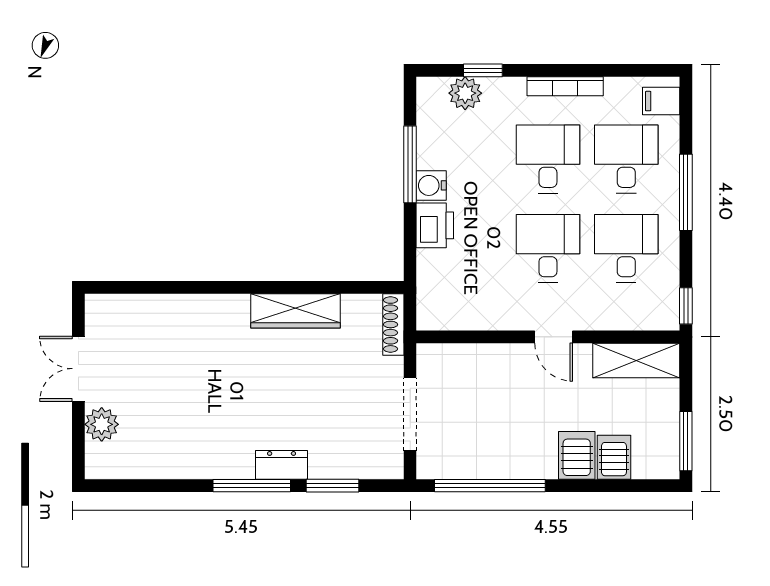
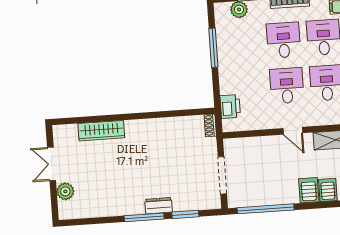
water cooler: (431, 185) -> (225, 58), removed
printer: (435, 225) -> (230, 106), moved
wardrobe: (296, 311) -> (101, 131), moved
shoe rack: (393, 324) -> (210, 125), width x0.70

